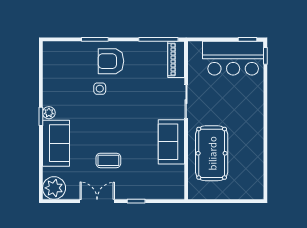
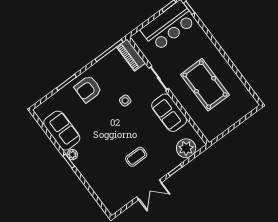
side table: (100, 89) -> (125, 101), moved
sofa: (56, 143) -> (62, 131), moved
pool table: (212, 153) -> (205, 85), moved
plant: (54, 188) -> (186, 148), moved
double door: (97, 201) -> (149, 190), swing flipped

